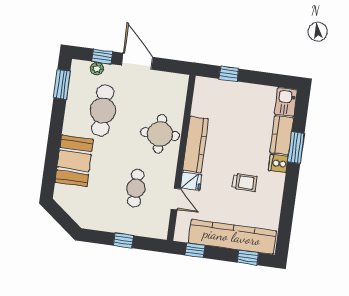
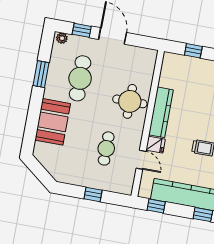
plant: (97, 68) -> (62, 38), moved
window: (62, 84) -> (41, 74), moved

